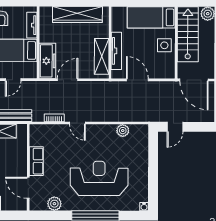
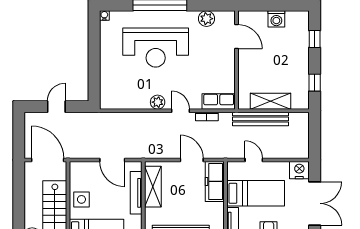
door: (13, 80) -> (254, 160), hinge flipped
door: (68, 80) -> (192, 160), swing flipped
door: (175, 127) -> (56, 107), moved
plant: (123, 131) -> (158, 102), moved
row of seats: (36, 161) -> (219, 101), moved, turned 90

